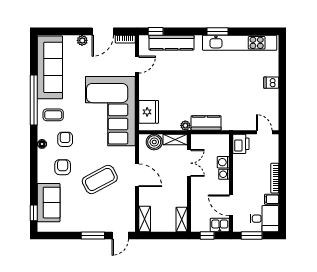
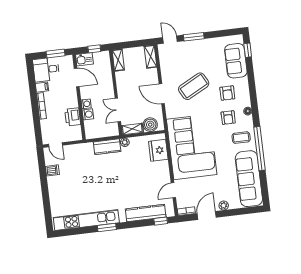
dishwasher: (271, 83) -> (52, 170), moved
printer: (241, 144) -> (73, 117), moved
door: (120, 235) -> (170, 40), hinge flipped

